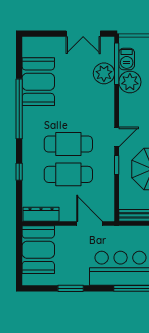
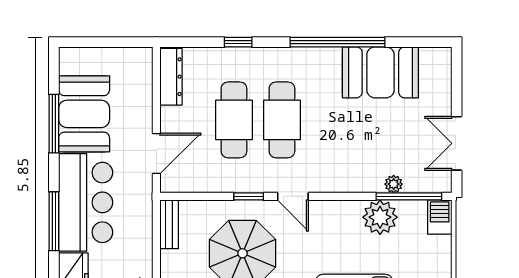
barbecue: (127, 59) -> (440, 217), moved, turned 90
plant: (104, 73) -> (394, 184), width x0.53, depth x0.53
booth: (38, 250) -> (84, 114), moved, turned 90
window: (71, 288) -> (54, 124), width x1.44

